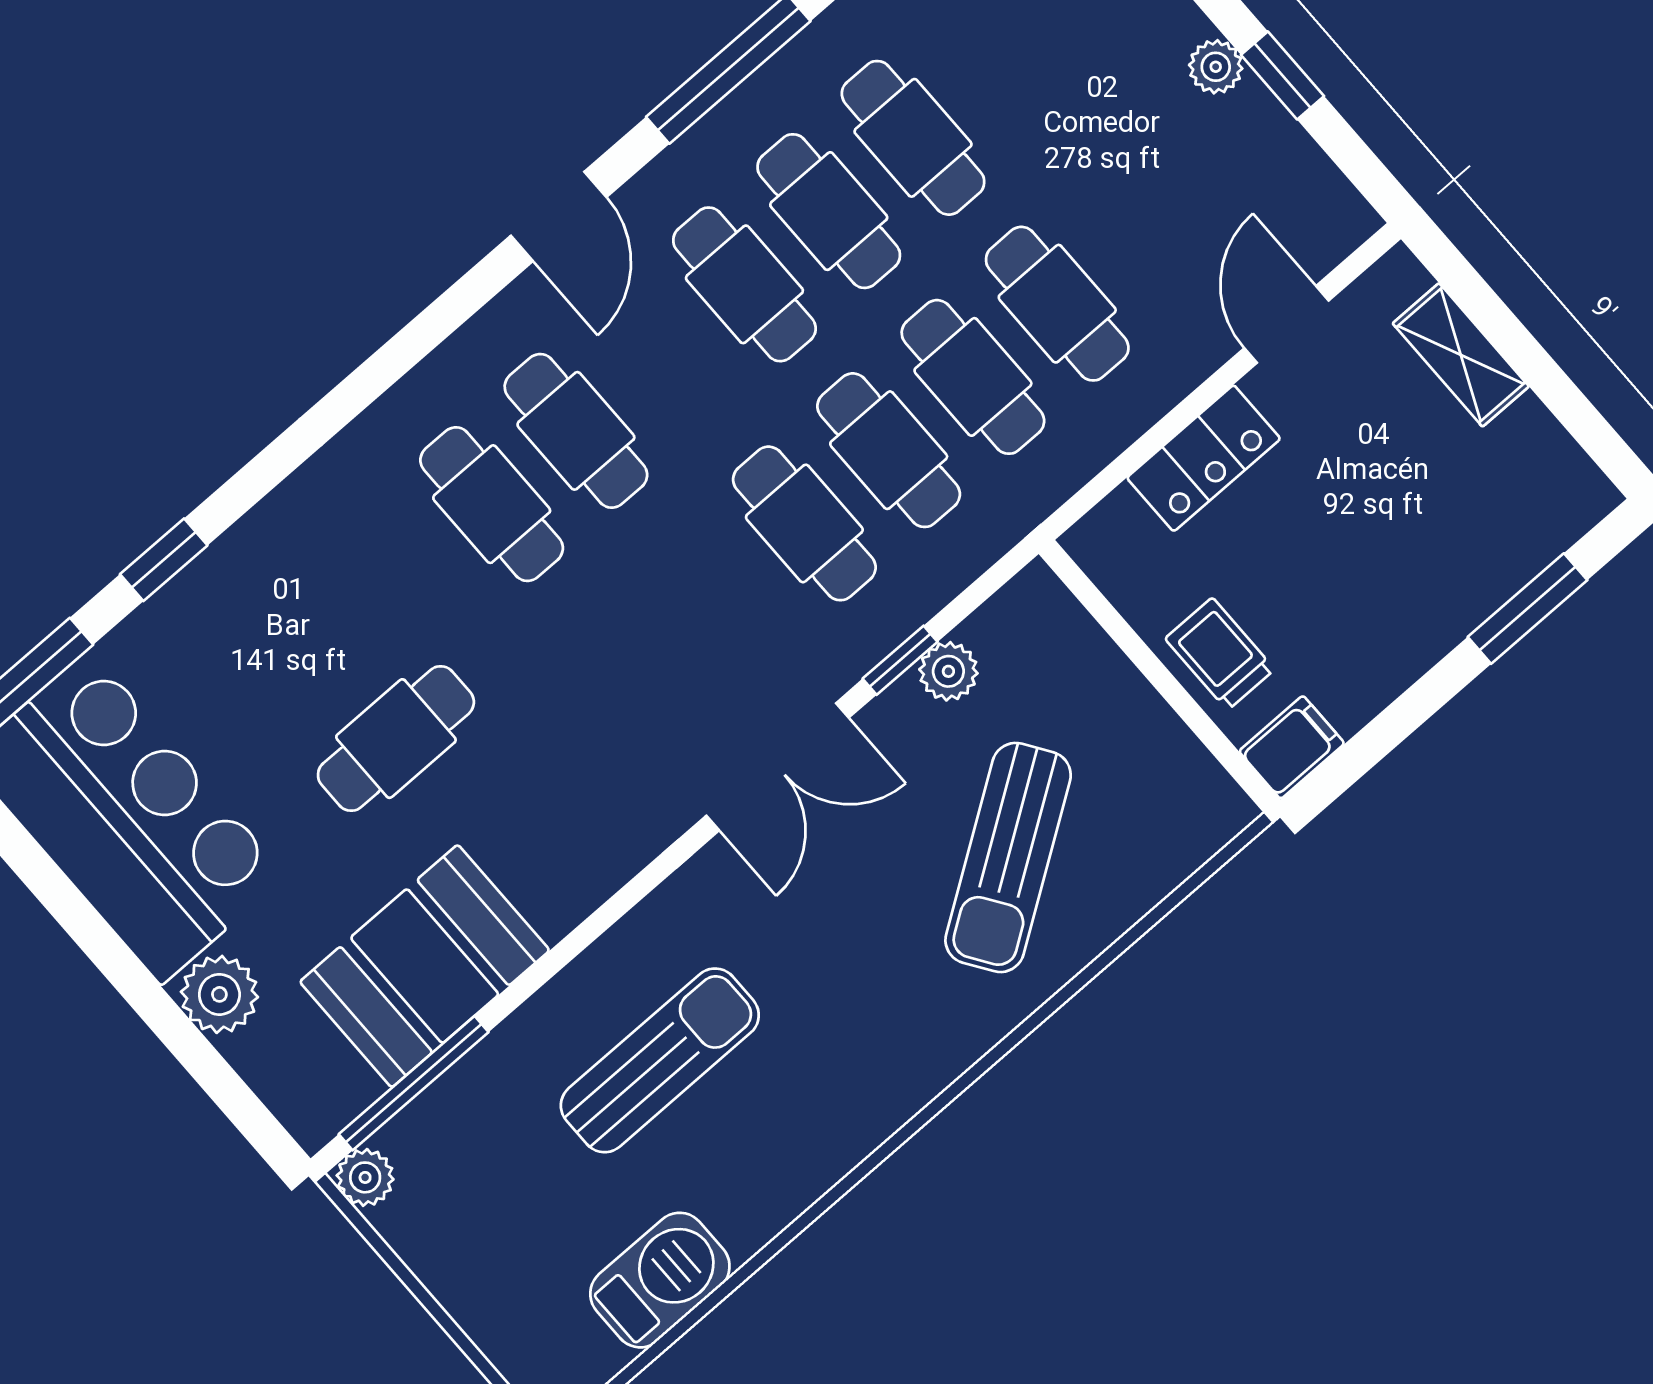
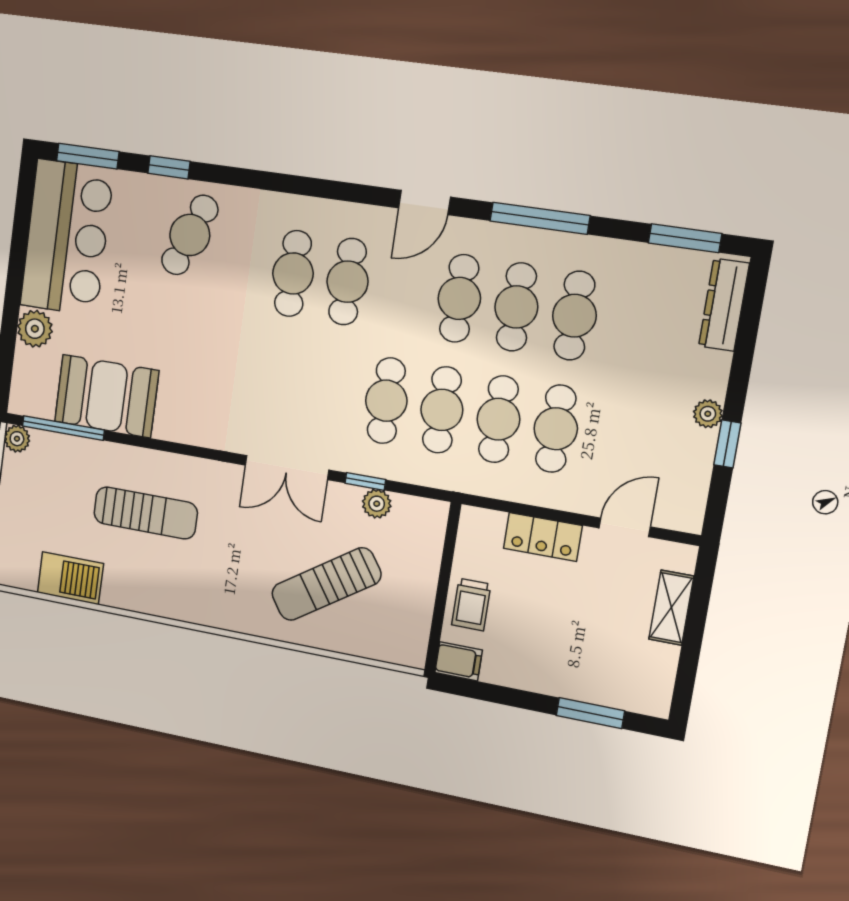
trolley: (1220, 654) -> (471, 605), turned 180
cafe table: (396, 739) -> (190, 235), moved, turned -68

